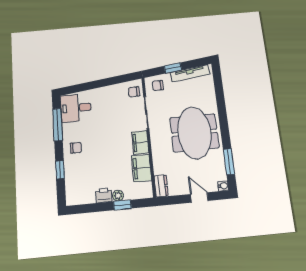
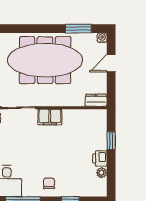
meeting table: (194, 133) -> (45, 60), width x1.36
filing cabinet: (142, 168) -> (76, 118), removed
plant: (118, 196) -> (102, 173), moved

